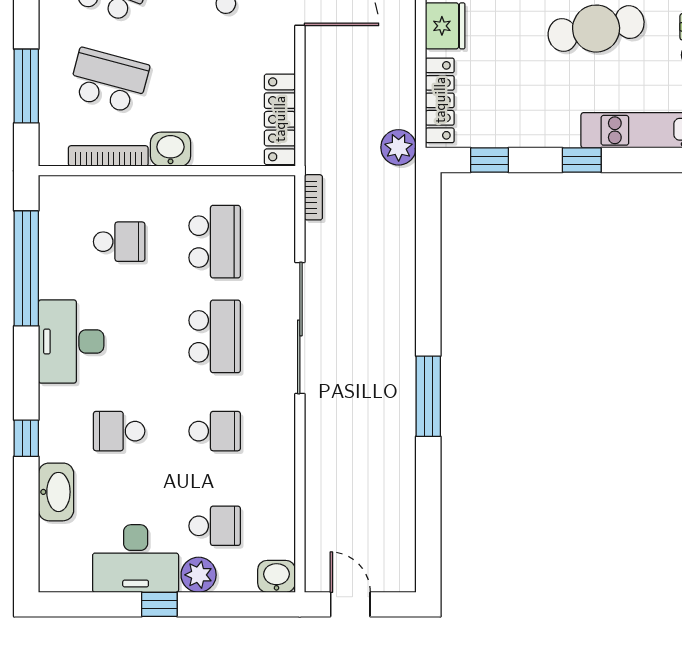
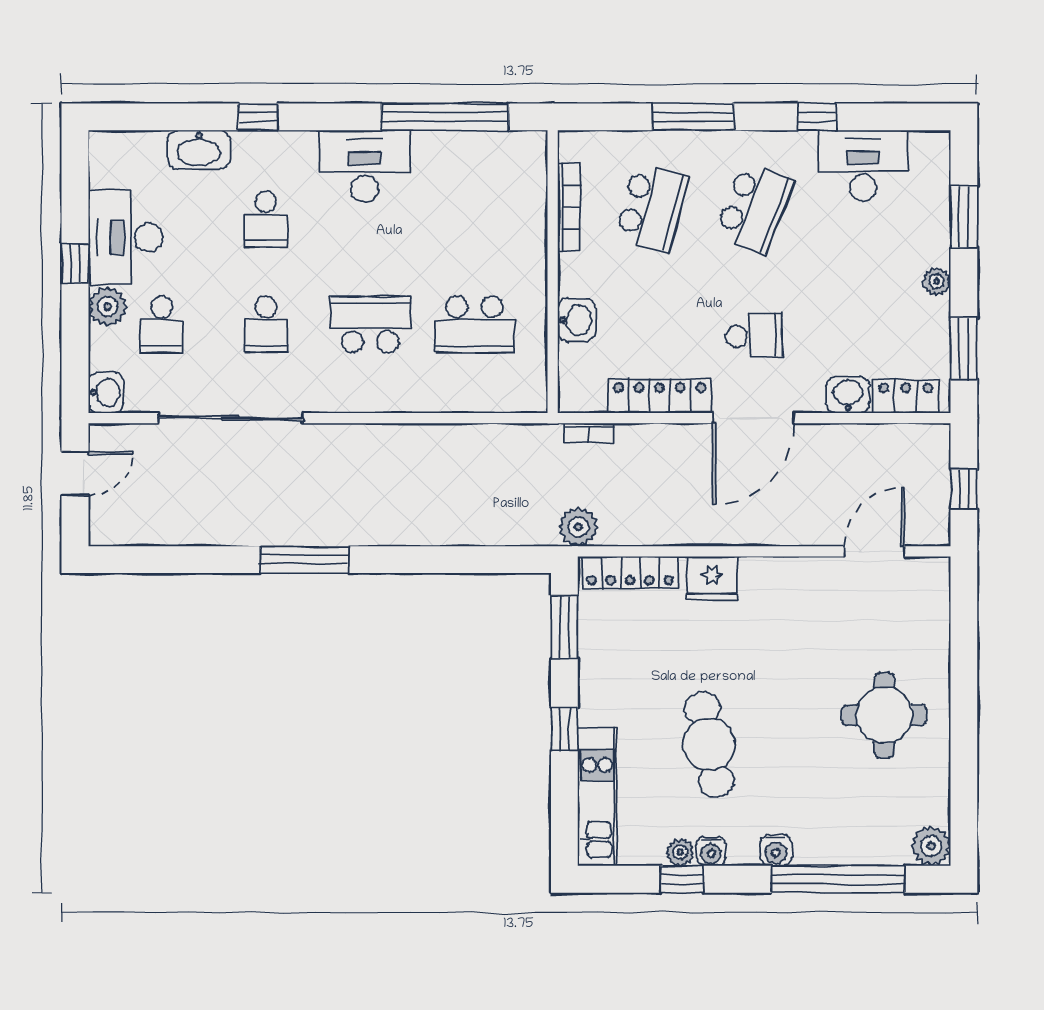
window: (26, 86) -> (693, 117), moved
locker: (280, 119) -> (660, 396), moved
washbasin: (171, 149) -> (576, 320), moved
window: (490, 160) -> (564, 627), width x1.50
bookcase: (313, 197) -> (589, 433), moved
school desk: (119, 242) -> (475, 219), removed
sliding door: (300, 328) -> (230, 418), moved
school desk: (215, 336) -> (370, 324), turned 180
school desk: (119, 431) -> (266, 219), turned 180

